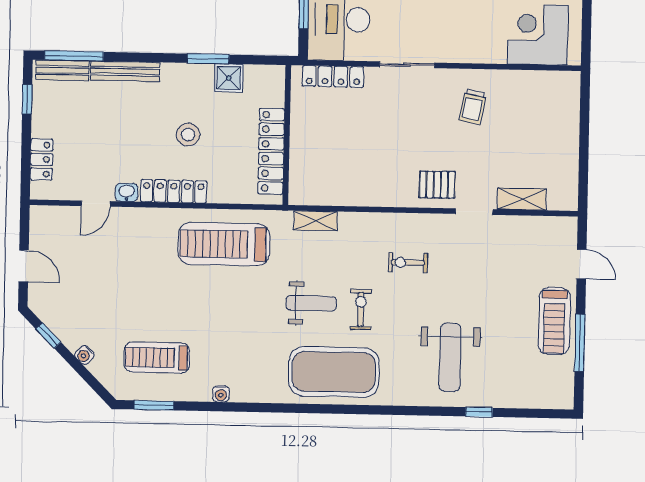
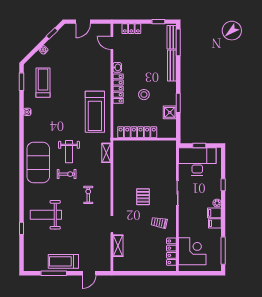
locker: (333, 76) -> (171, 252), moved
pallet: (437, 185) -> (143, 197), moved
door: (96, 204) -> (112, 43), moved
treadmill: (224, 244) -> (95, 112), turned 180

